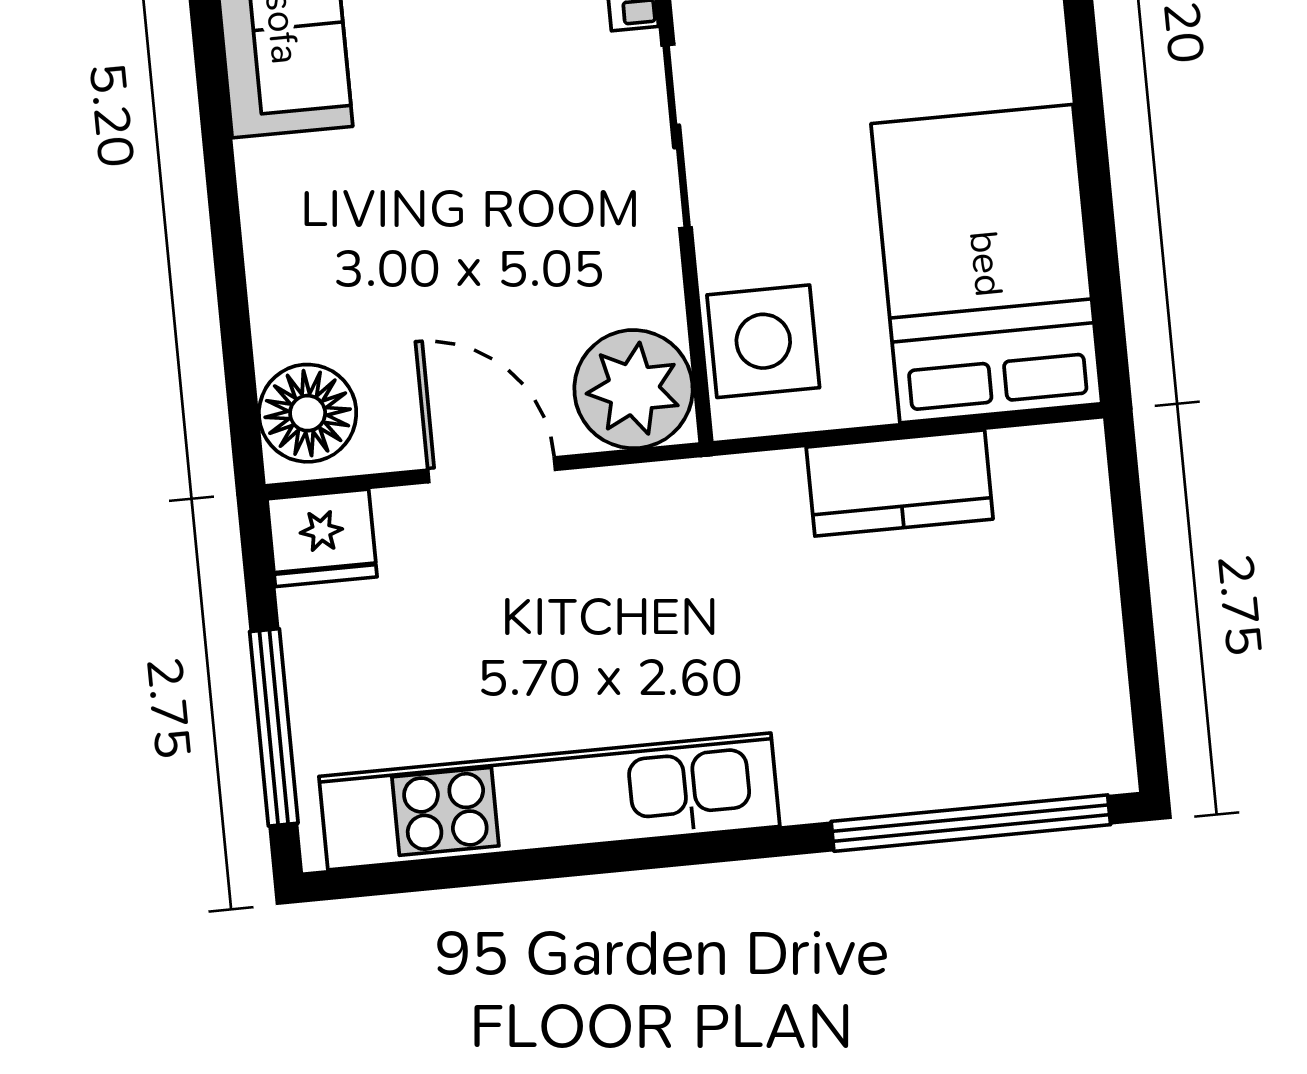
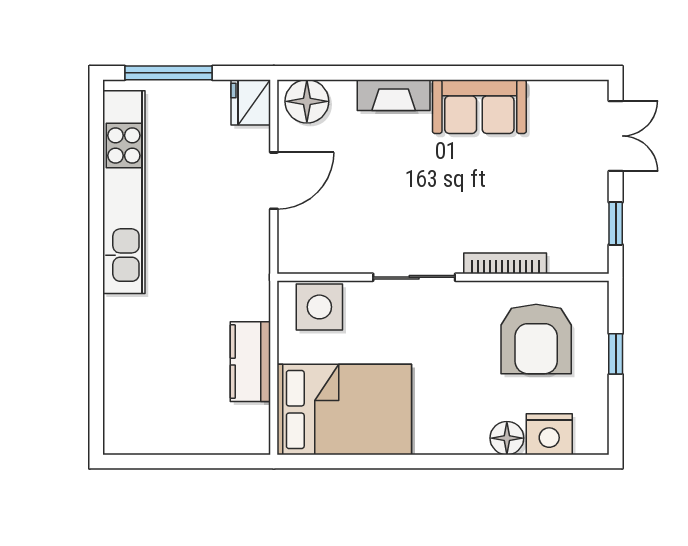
fireplace: (275, 221) -> (394, 95), added
plant: (633, 389) -> (304, 247), removed
window: (971, 823) -> (96, 379), removed

